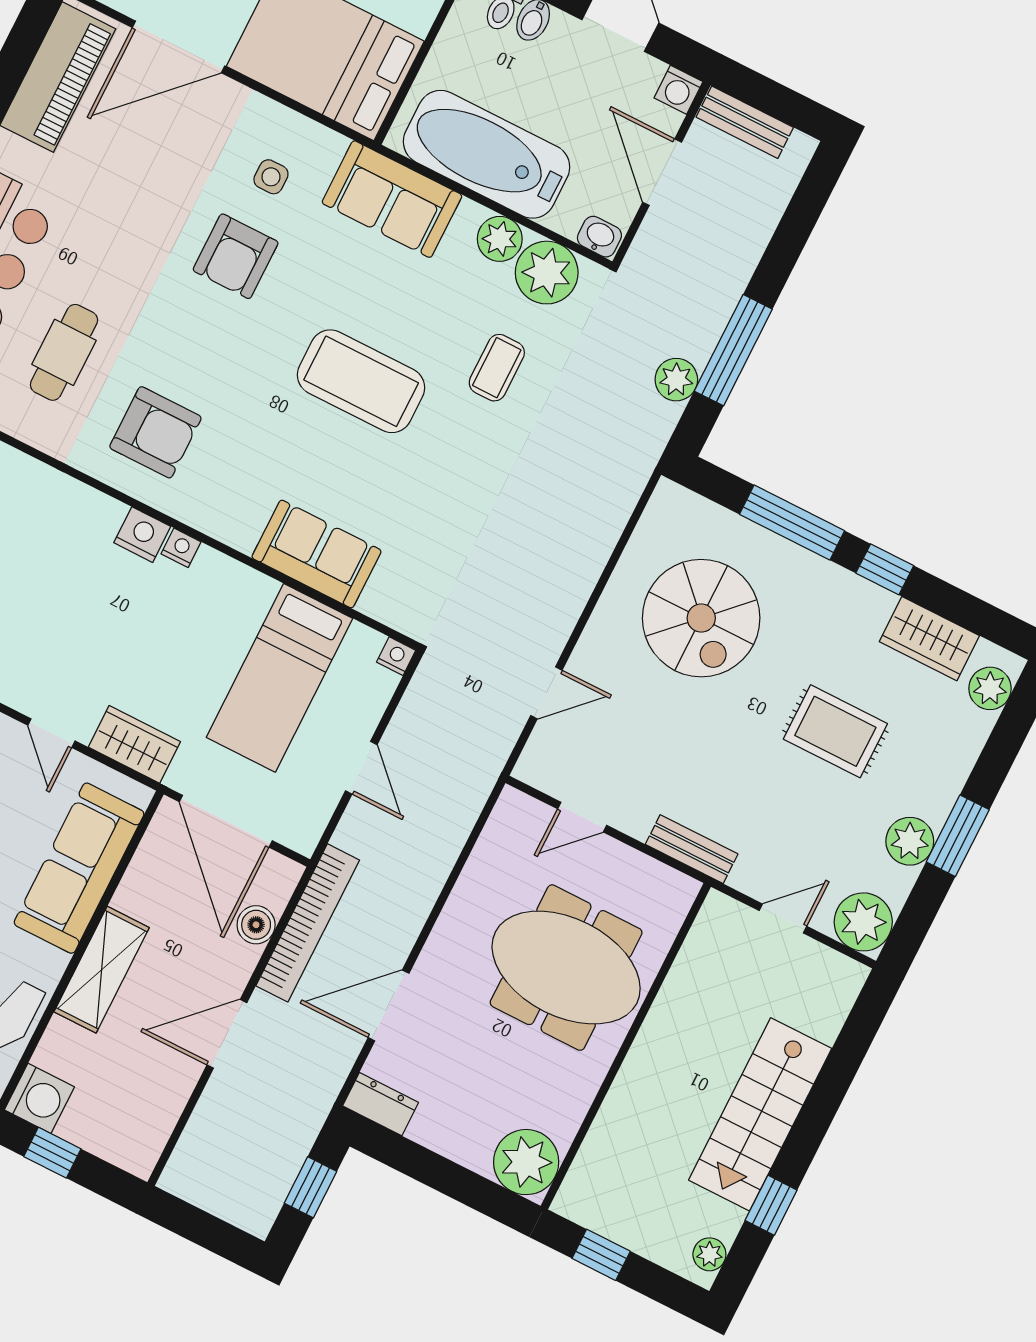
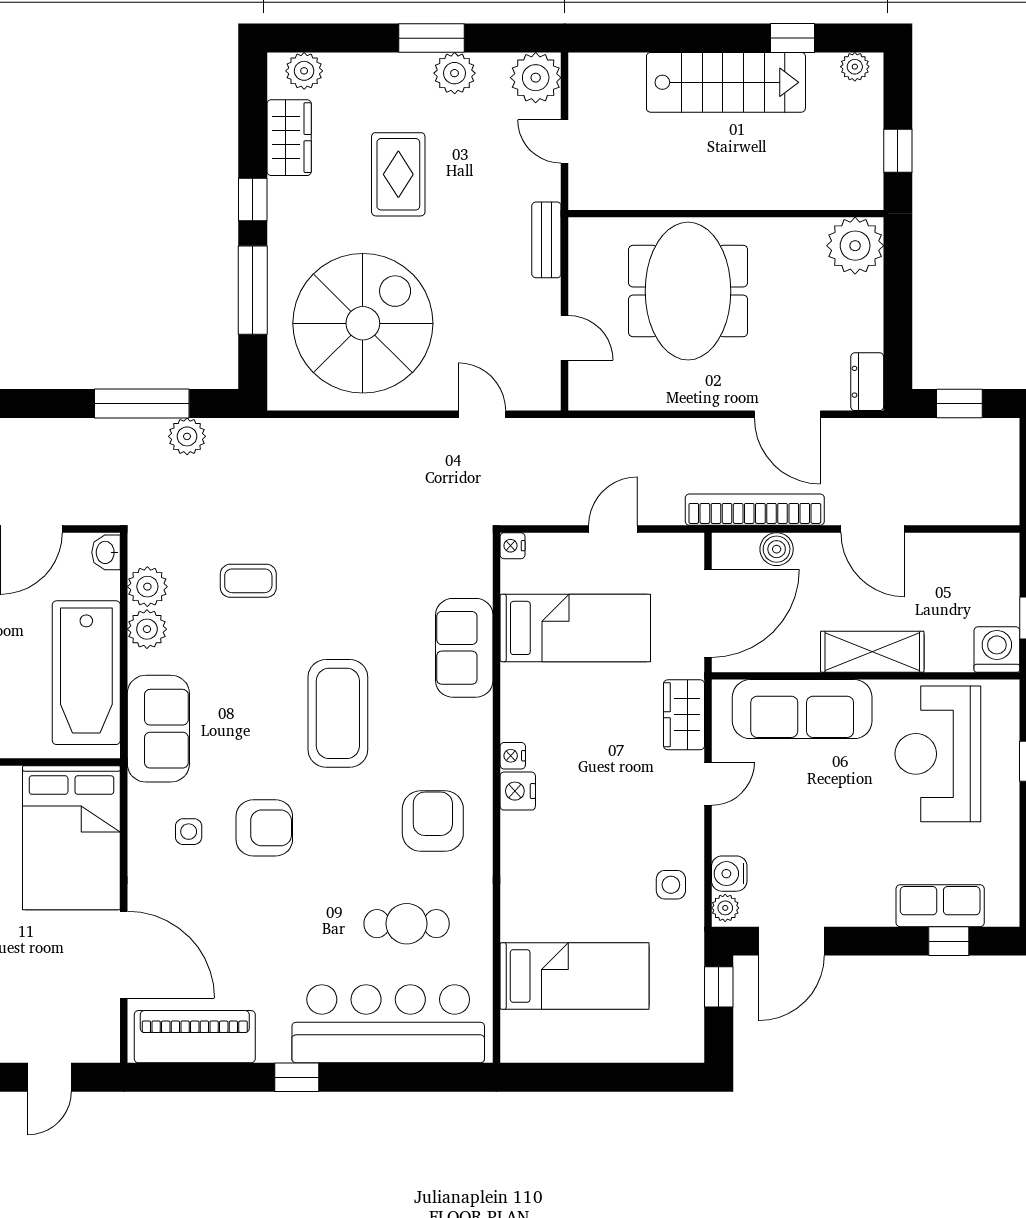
plant: (547, 273) -> (147, 587), width x0.73, depth x0.73
coffee table: (361, 381) -> (338, 713), moved
spiral stairs: (701, 618) -> (363, 323), width x1.37, depth x1.37

